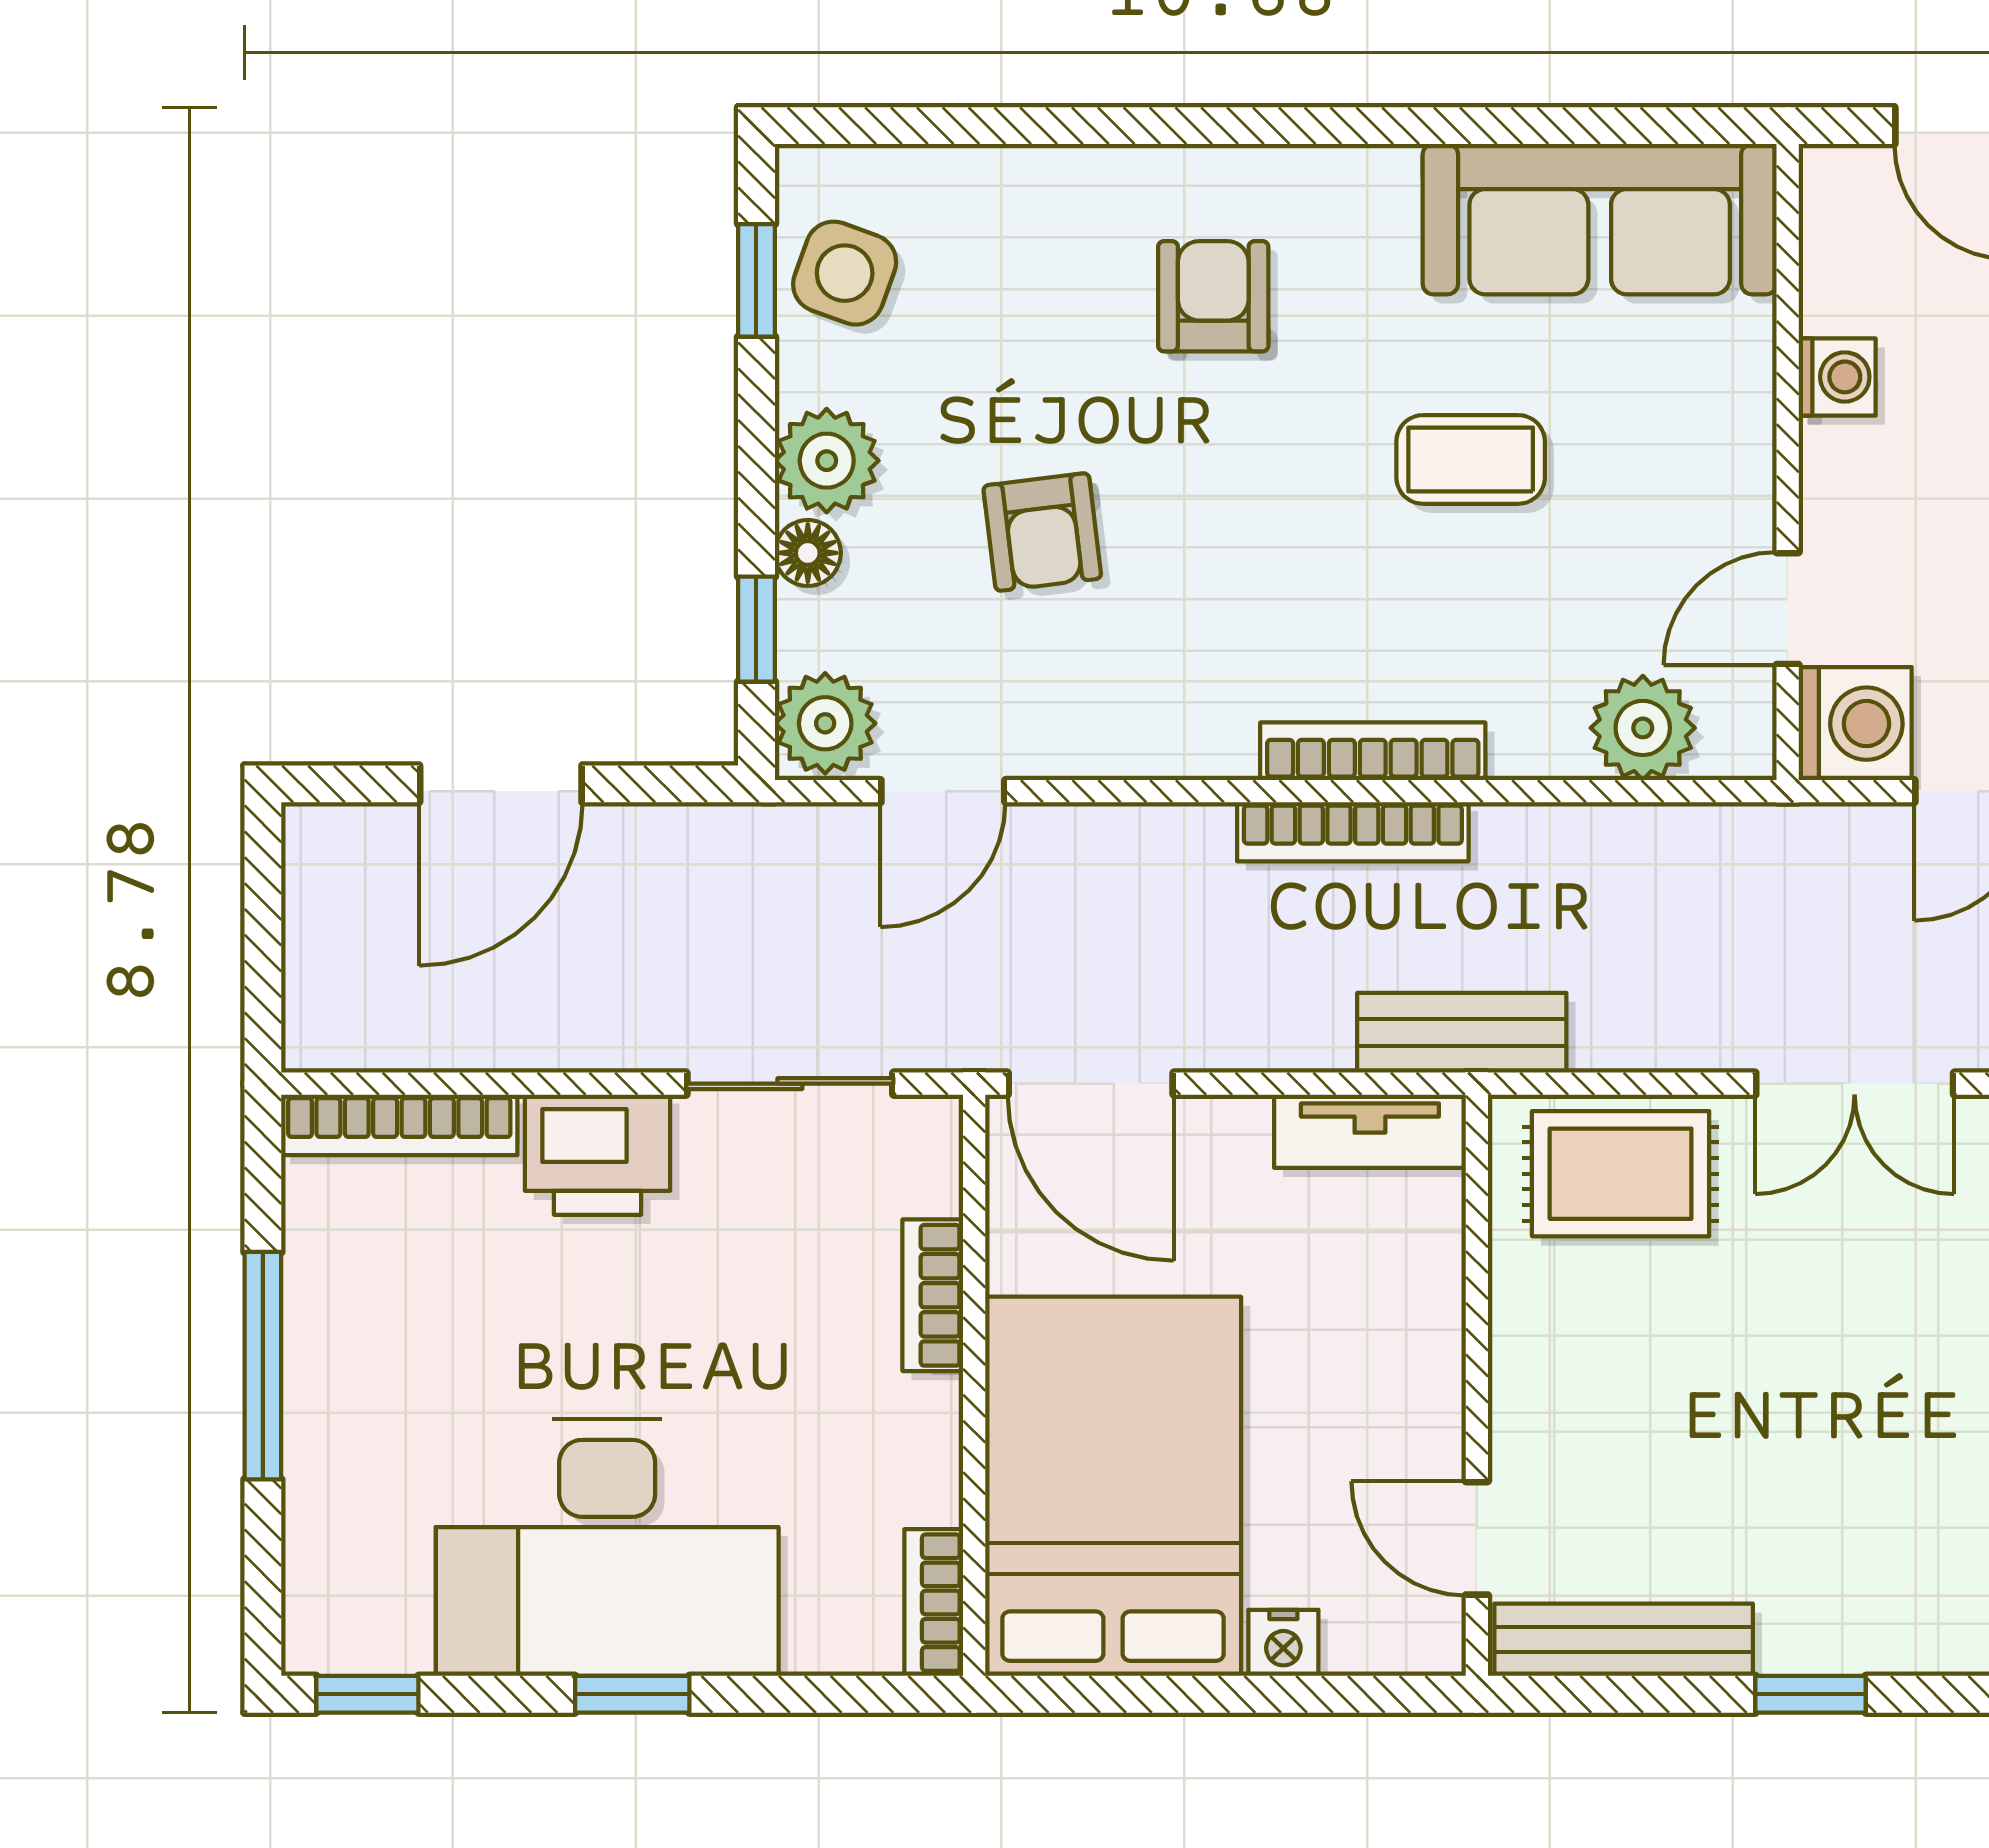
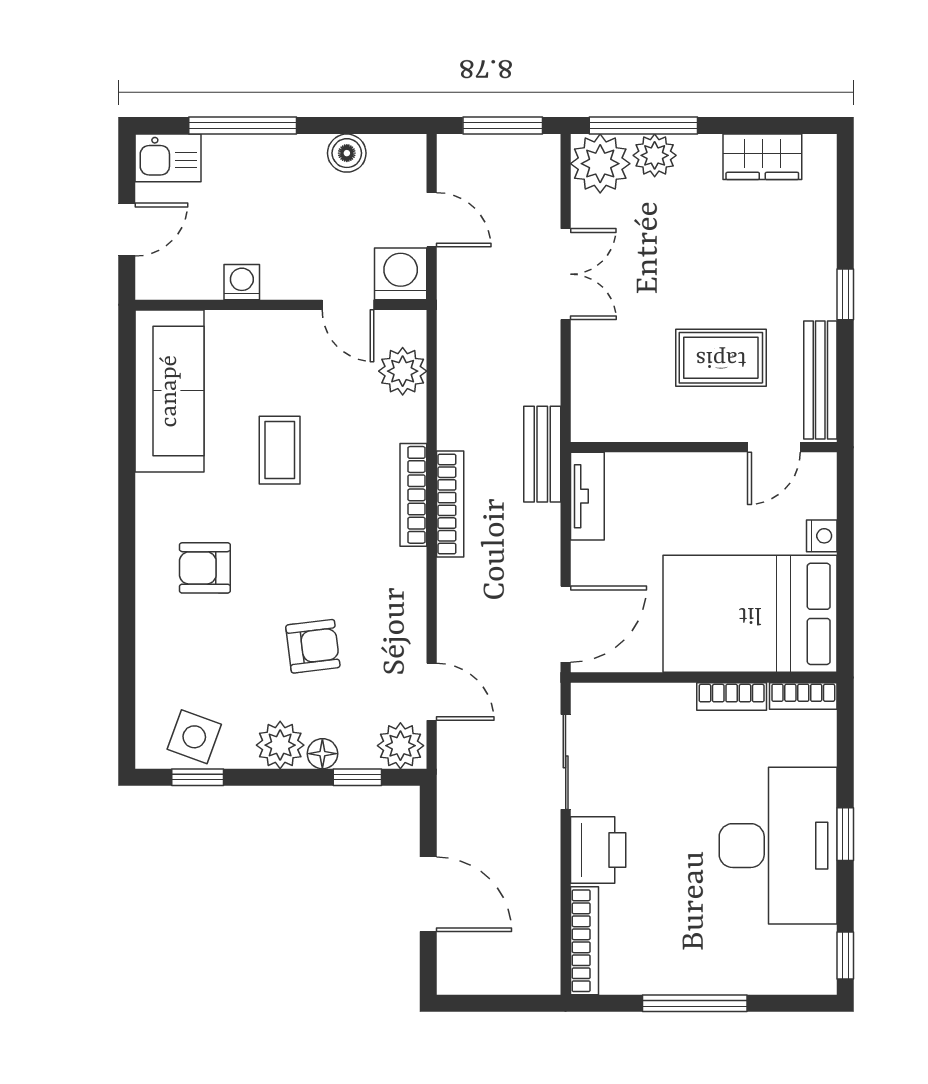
rug: (1621, 1174) -> (721, 358), moved, turned 90
bookcase: (933, 1295) -> (732, 696), moved

